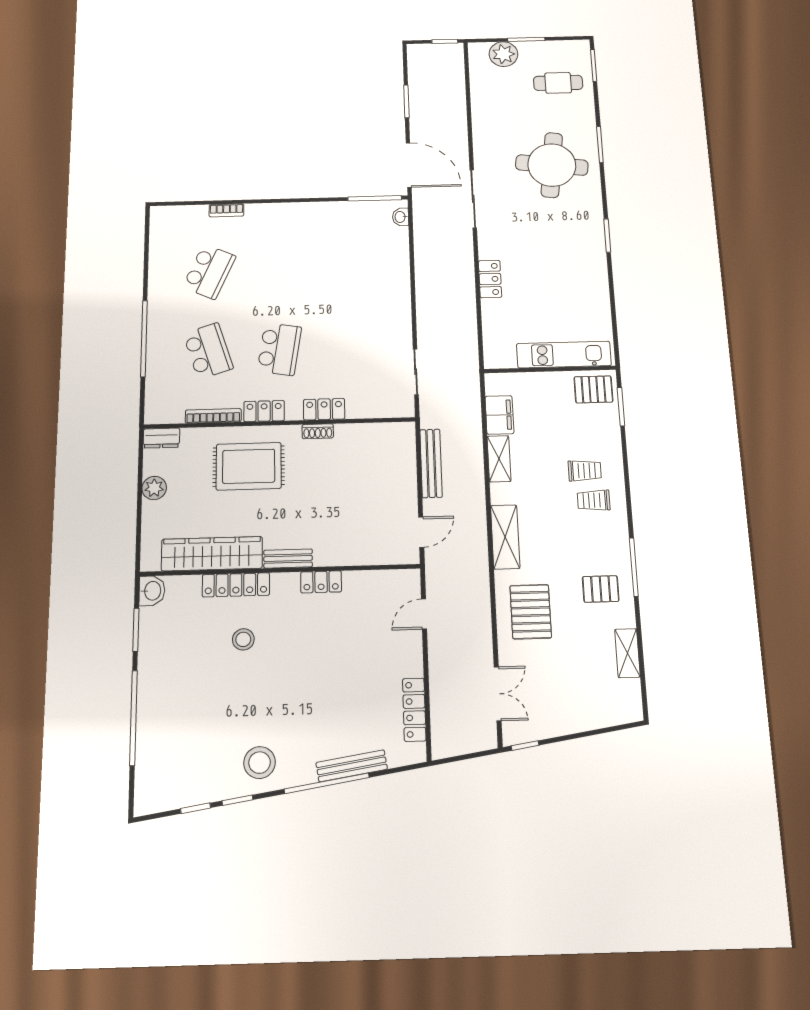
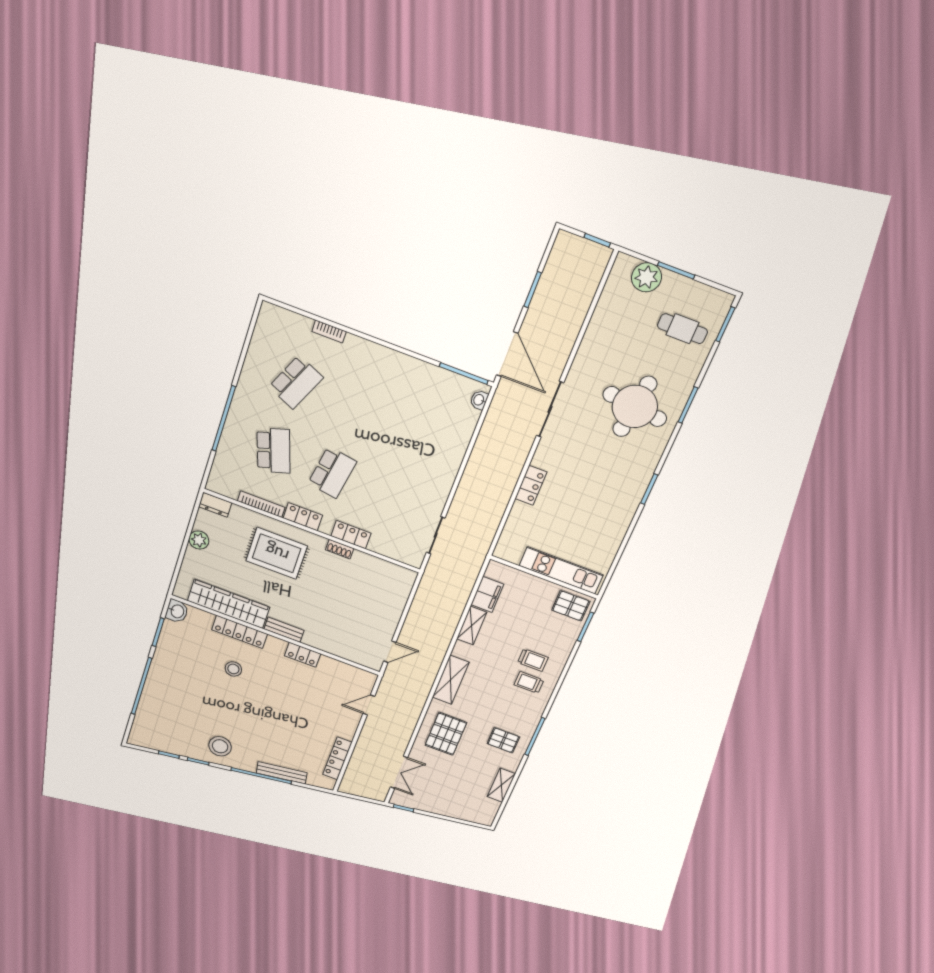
bench: (431, 463) -> (418, 608), removed

